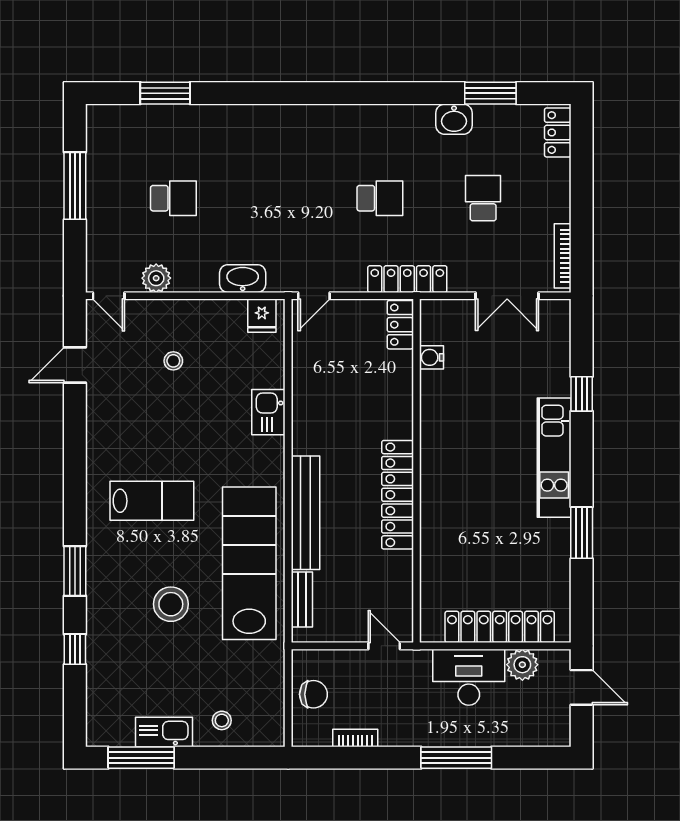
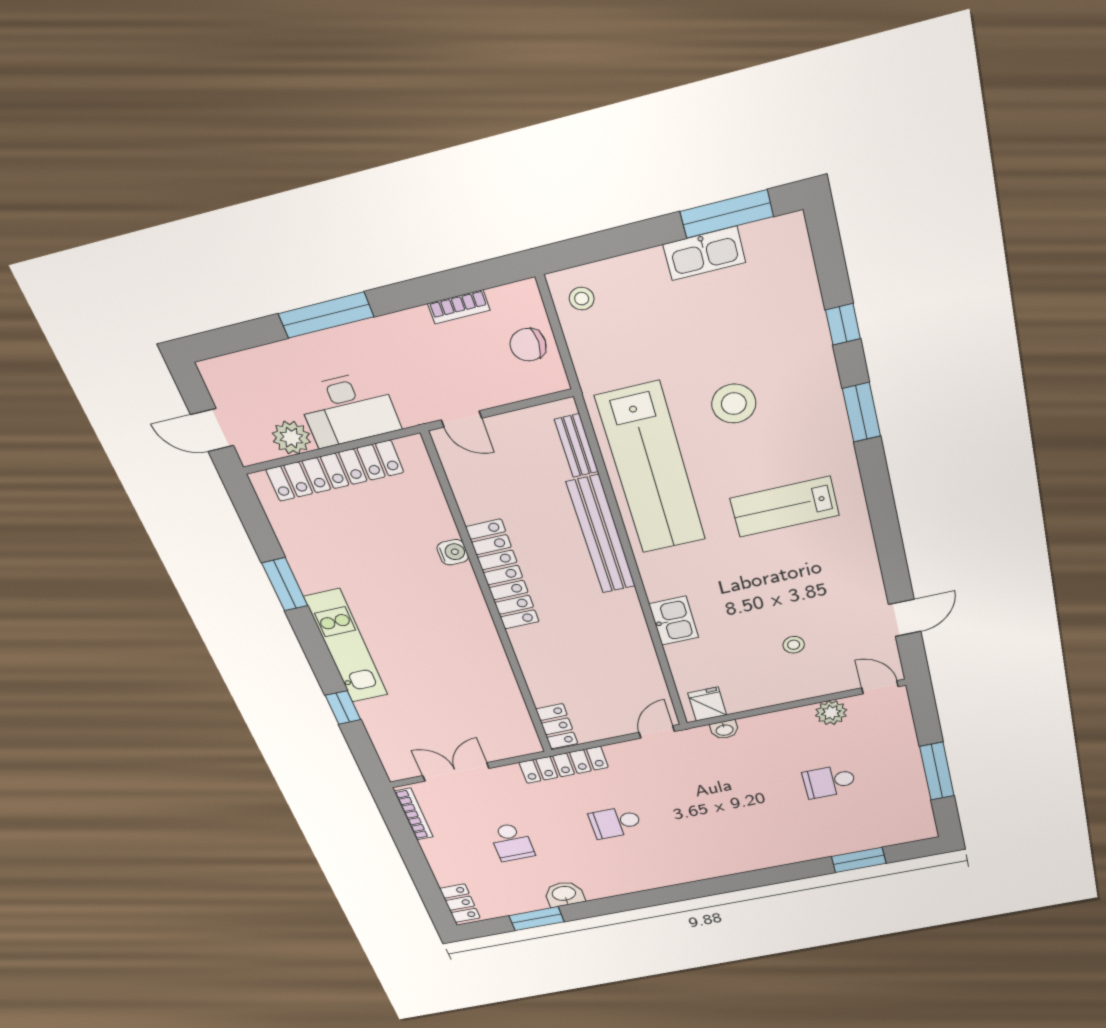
washbasin: (243, 279) -> (724, 730), width x0.52, depth x0.69
water cooler: (432, 357) -> (453, 552), moved
stool: (222, 720) -> (582, 299), moved

